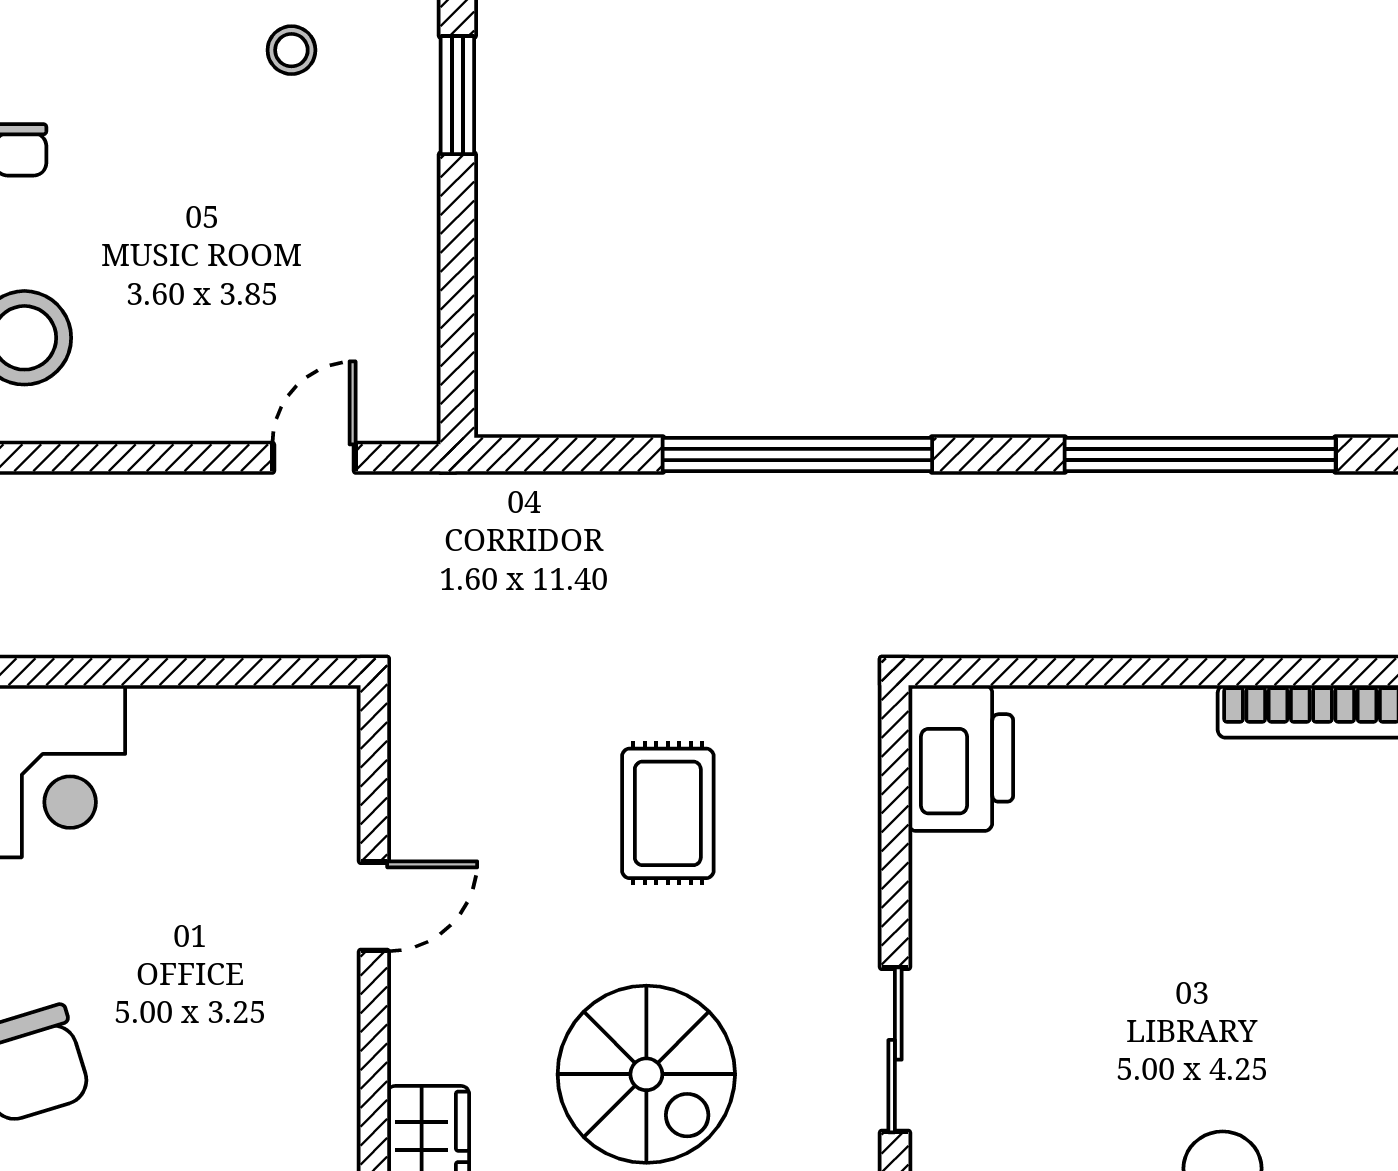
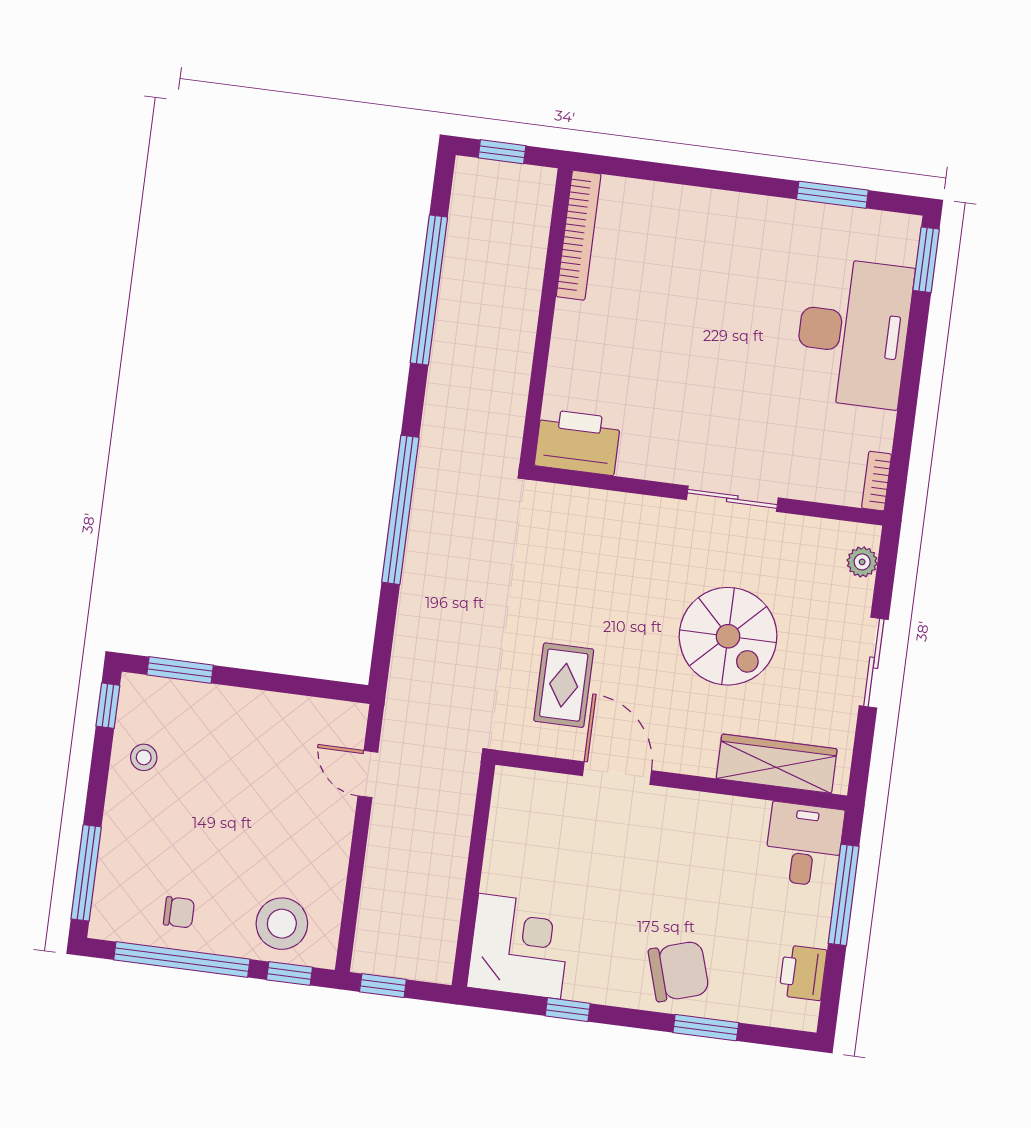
rug: (668, 813) -> (564, 685), moved, turned 90
door: (374, 906) -> (617, 773), width x1.38
spiral stairs: (646, 1074) -> (728, 636), turned 90

